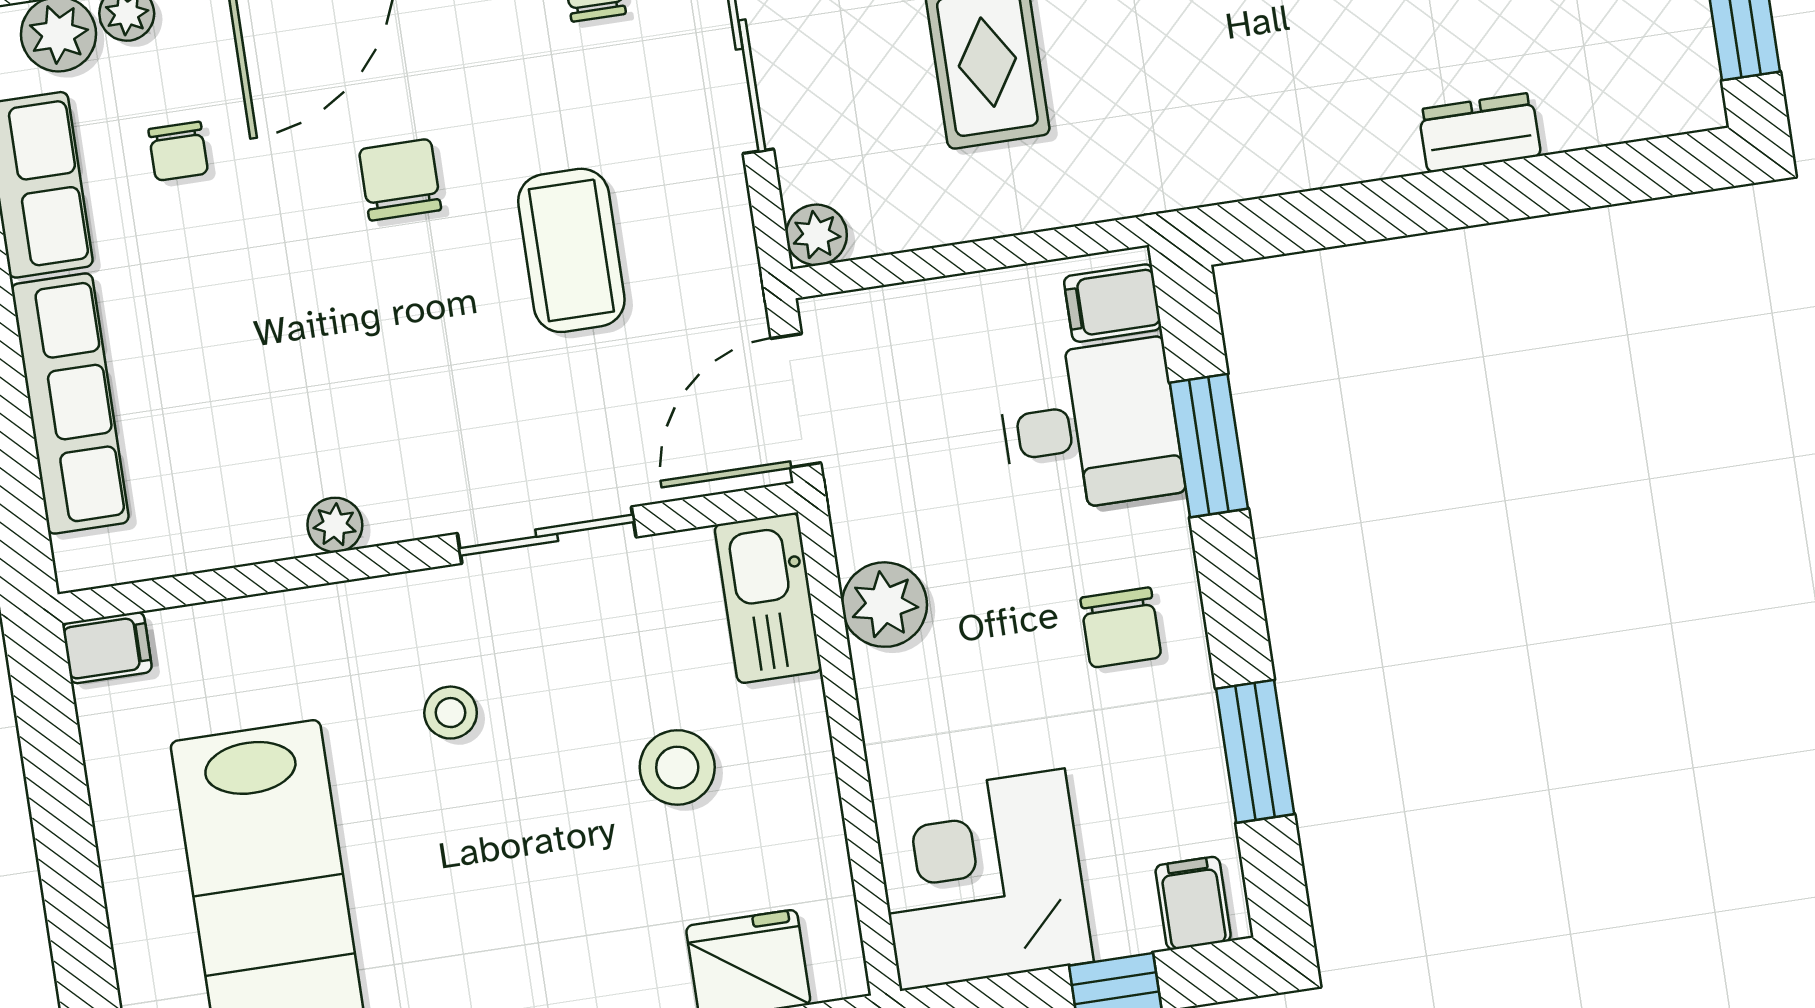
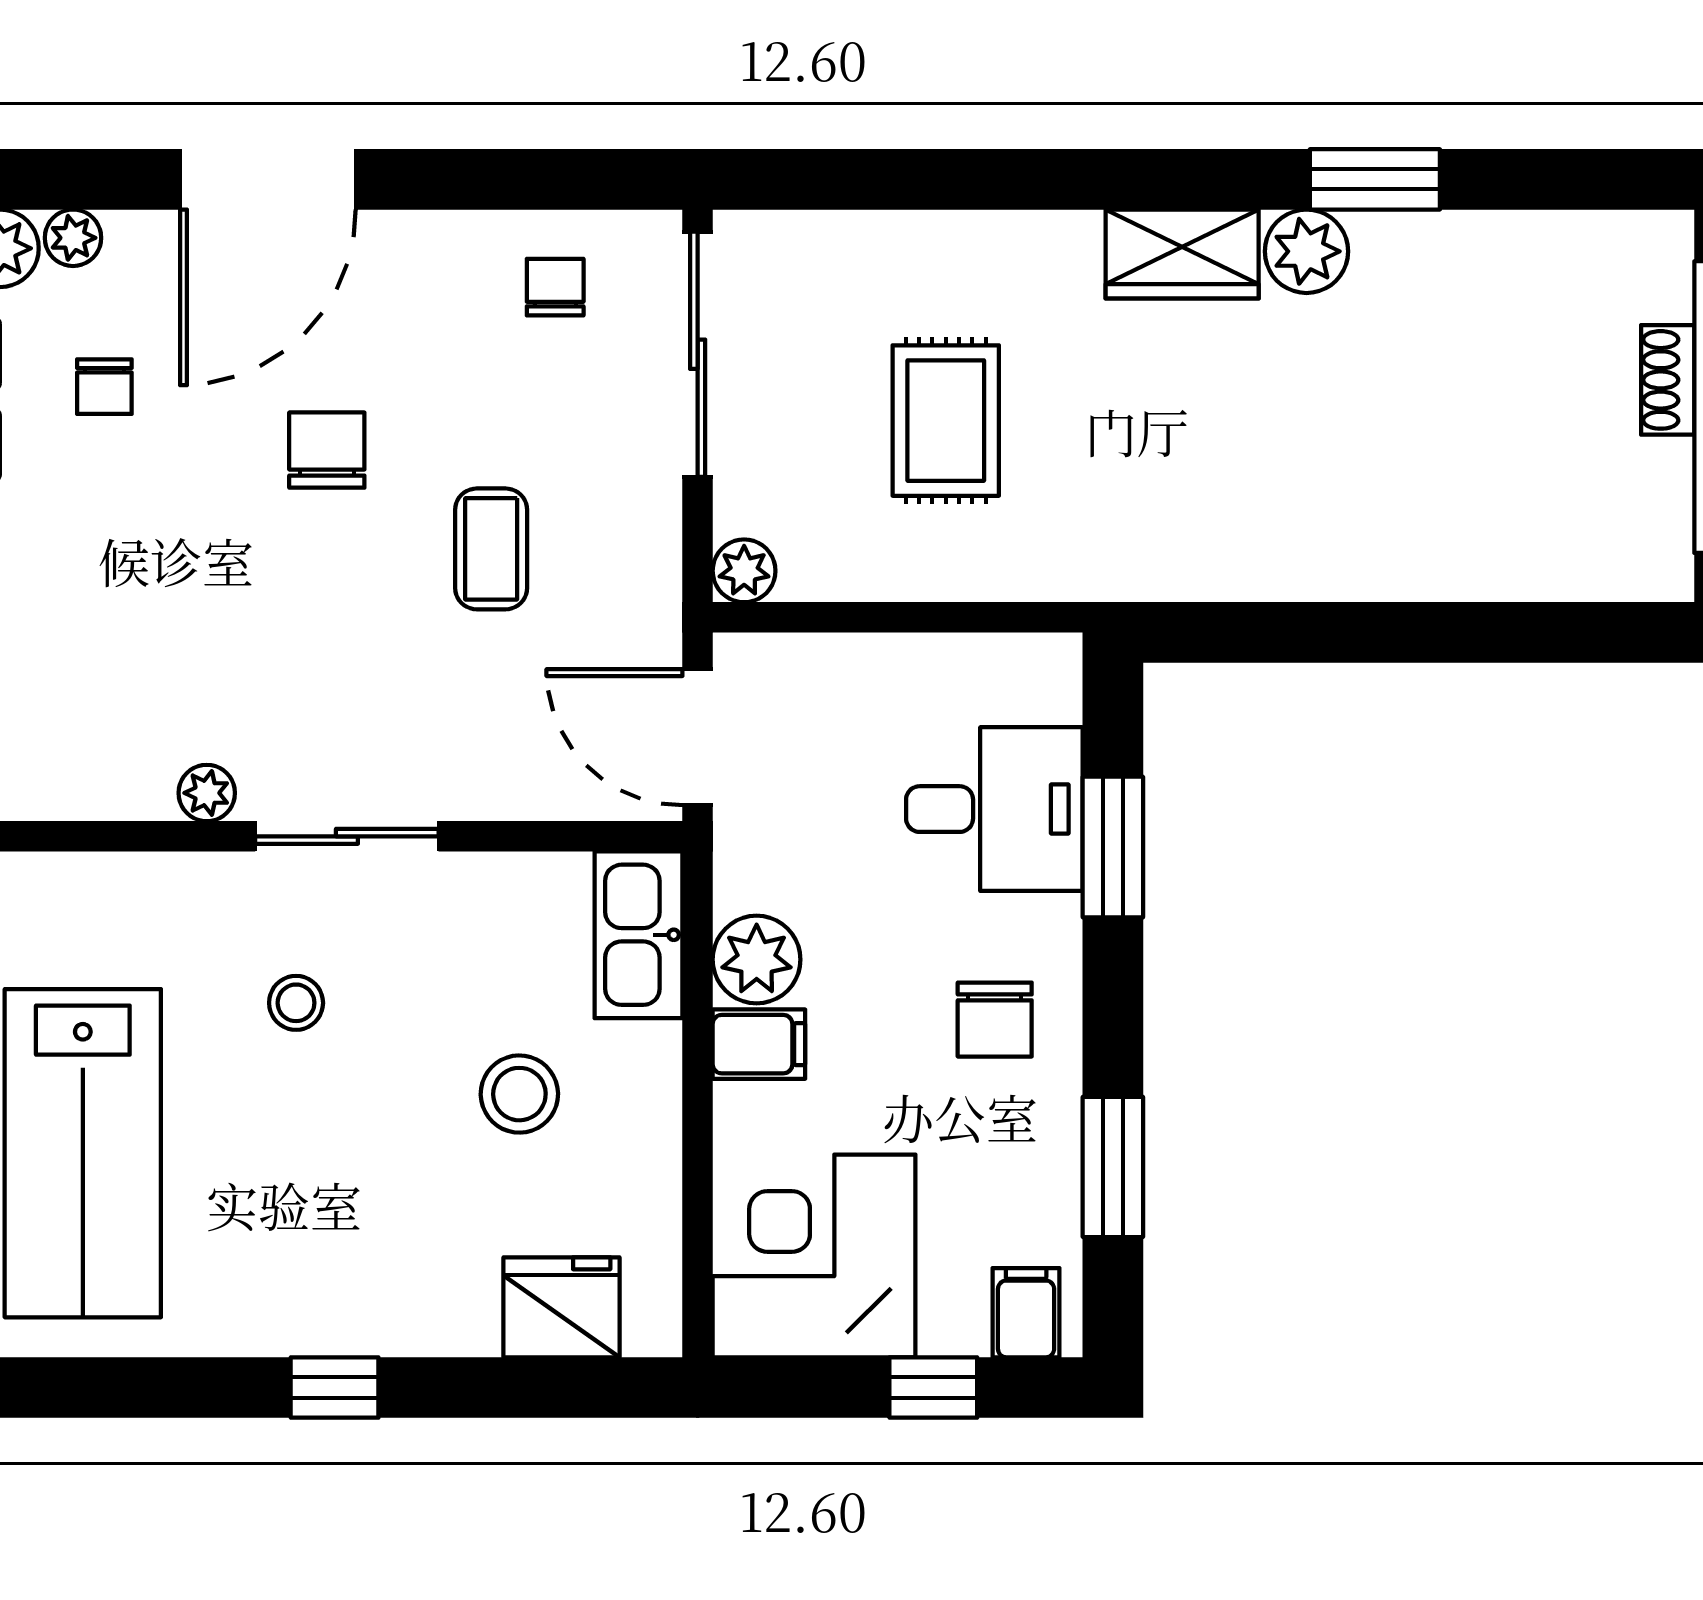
dresser: (1480, 133) -> (1438, 569), removed
coffee table: (571, 250) -> (491, 549), width x0.73, depth x0.77
filing cabinet: (1112, 303) -> (759, 1044), moved, turned 180
door: (796, 401) -> (698, 737), hinge flipped
sliding door: (547, 535) -> (347, 836), moved

